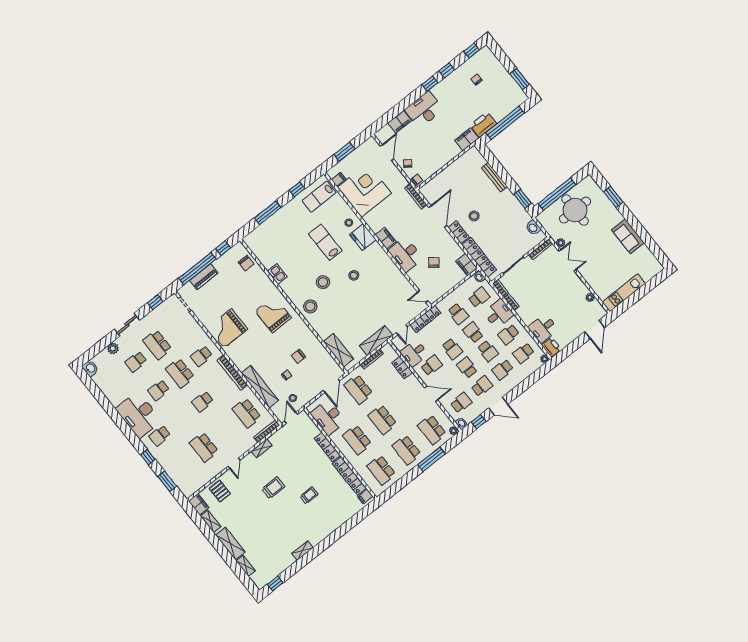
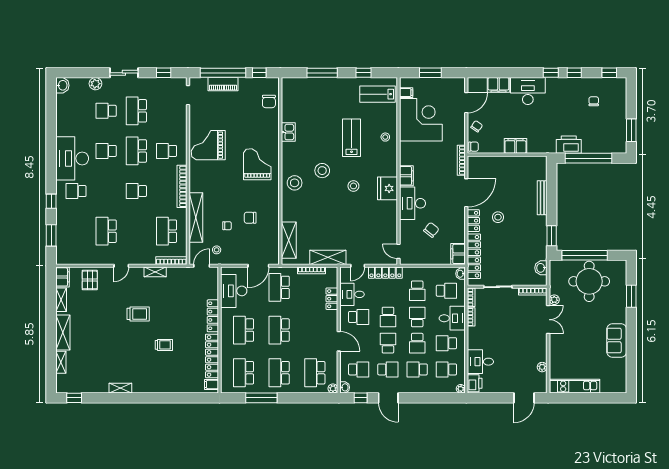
filing cabinet: (467, 139) -> (515, 146), moved
fridge: (363, 237) -> (388, 188), moved
window: (432, 459) -> (261, 398), moved

